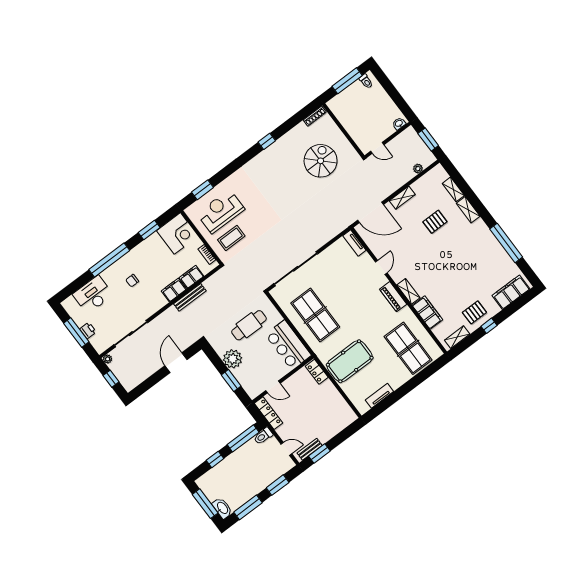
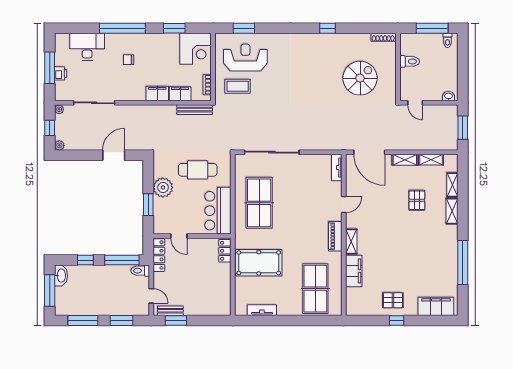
toilet: (349, 119) -> (410, 61), added
plant: (418, 169) -> (59, 145), moved
pallet: (435, 222) -> (417, 200), turned 90
bench: (190, 297) -> (195, 110), moved
shelving: (457, 337) -> (431, 160), moved
washbasin: (222, 508) -> (61, 276), moved

